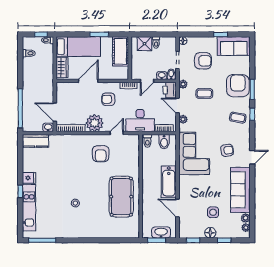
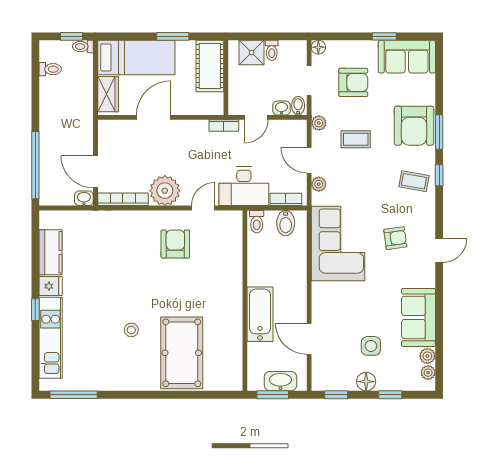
armchair: (238, 86) -> (414, 126), turned 180
printer: (170, 90) -> (295, 133), removed
armchair: (108, 99) -> (189, 149), removed
kitchen counter: (35, 141) -> (50, 252), moved, turned -90
armchair: (101, 154) -> (175, 244), turned 180
bathtub: (169, 182) -> (260, 314), moved, turned 180
sofa: (240, 190) -> (418, 317), width x0.73
pool table: (121, 197) -> (182, 353), moved

